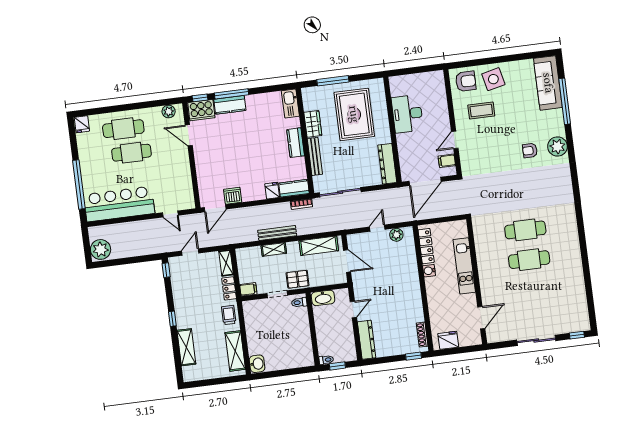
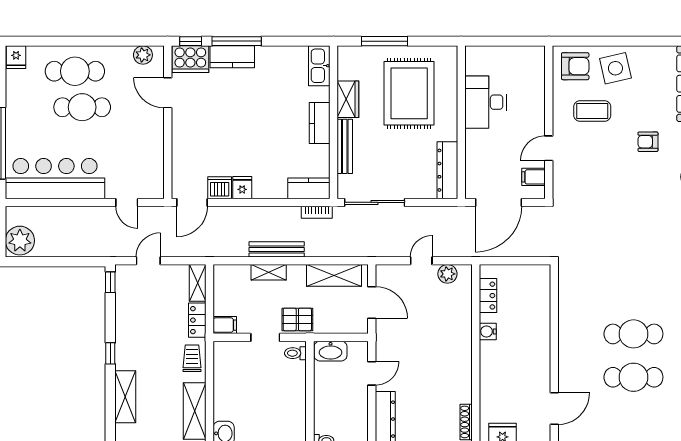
armchair: (530, 150) -> (648, 142), moved
fridge: (272, 191) -> (242, 188), moved
cafe table: (525, 230) -> (633, 377), moved
locker: (426, 246) -> (488, 296), width x0.66
kitchen unit: (464, 266) -> (539, 331), removed

